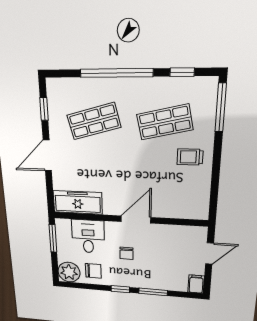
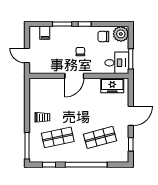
freezer: (78, 202) -> (112, 86), width x0.71
desk: (88, 236) -> (117, 63), moved, turned -90
door: (210, 253) -> (27, 56), hinge flipped
filing cabinet: (196, 284) -> (45, 33), moved

